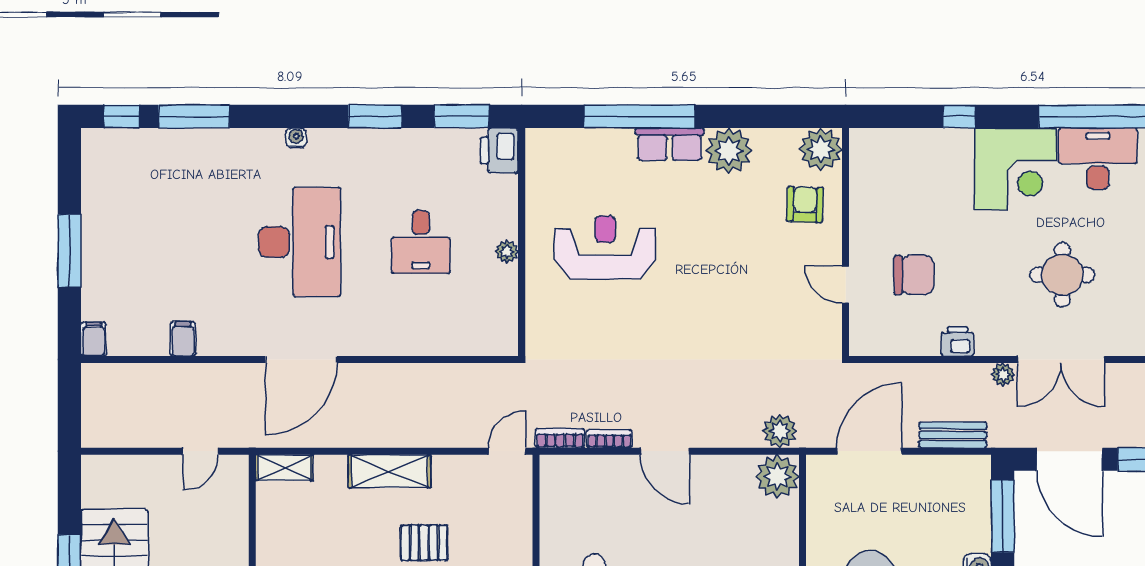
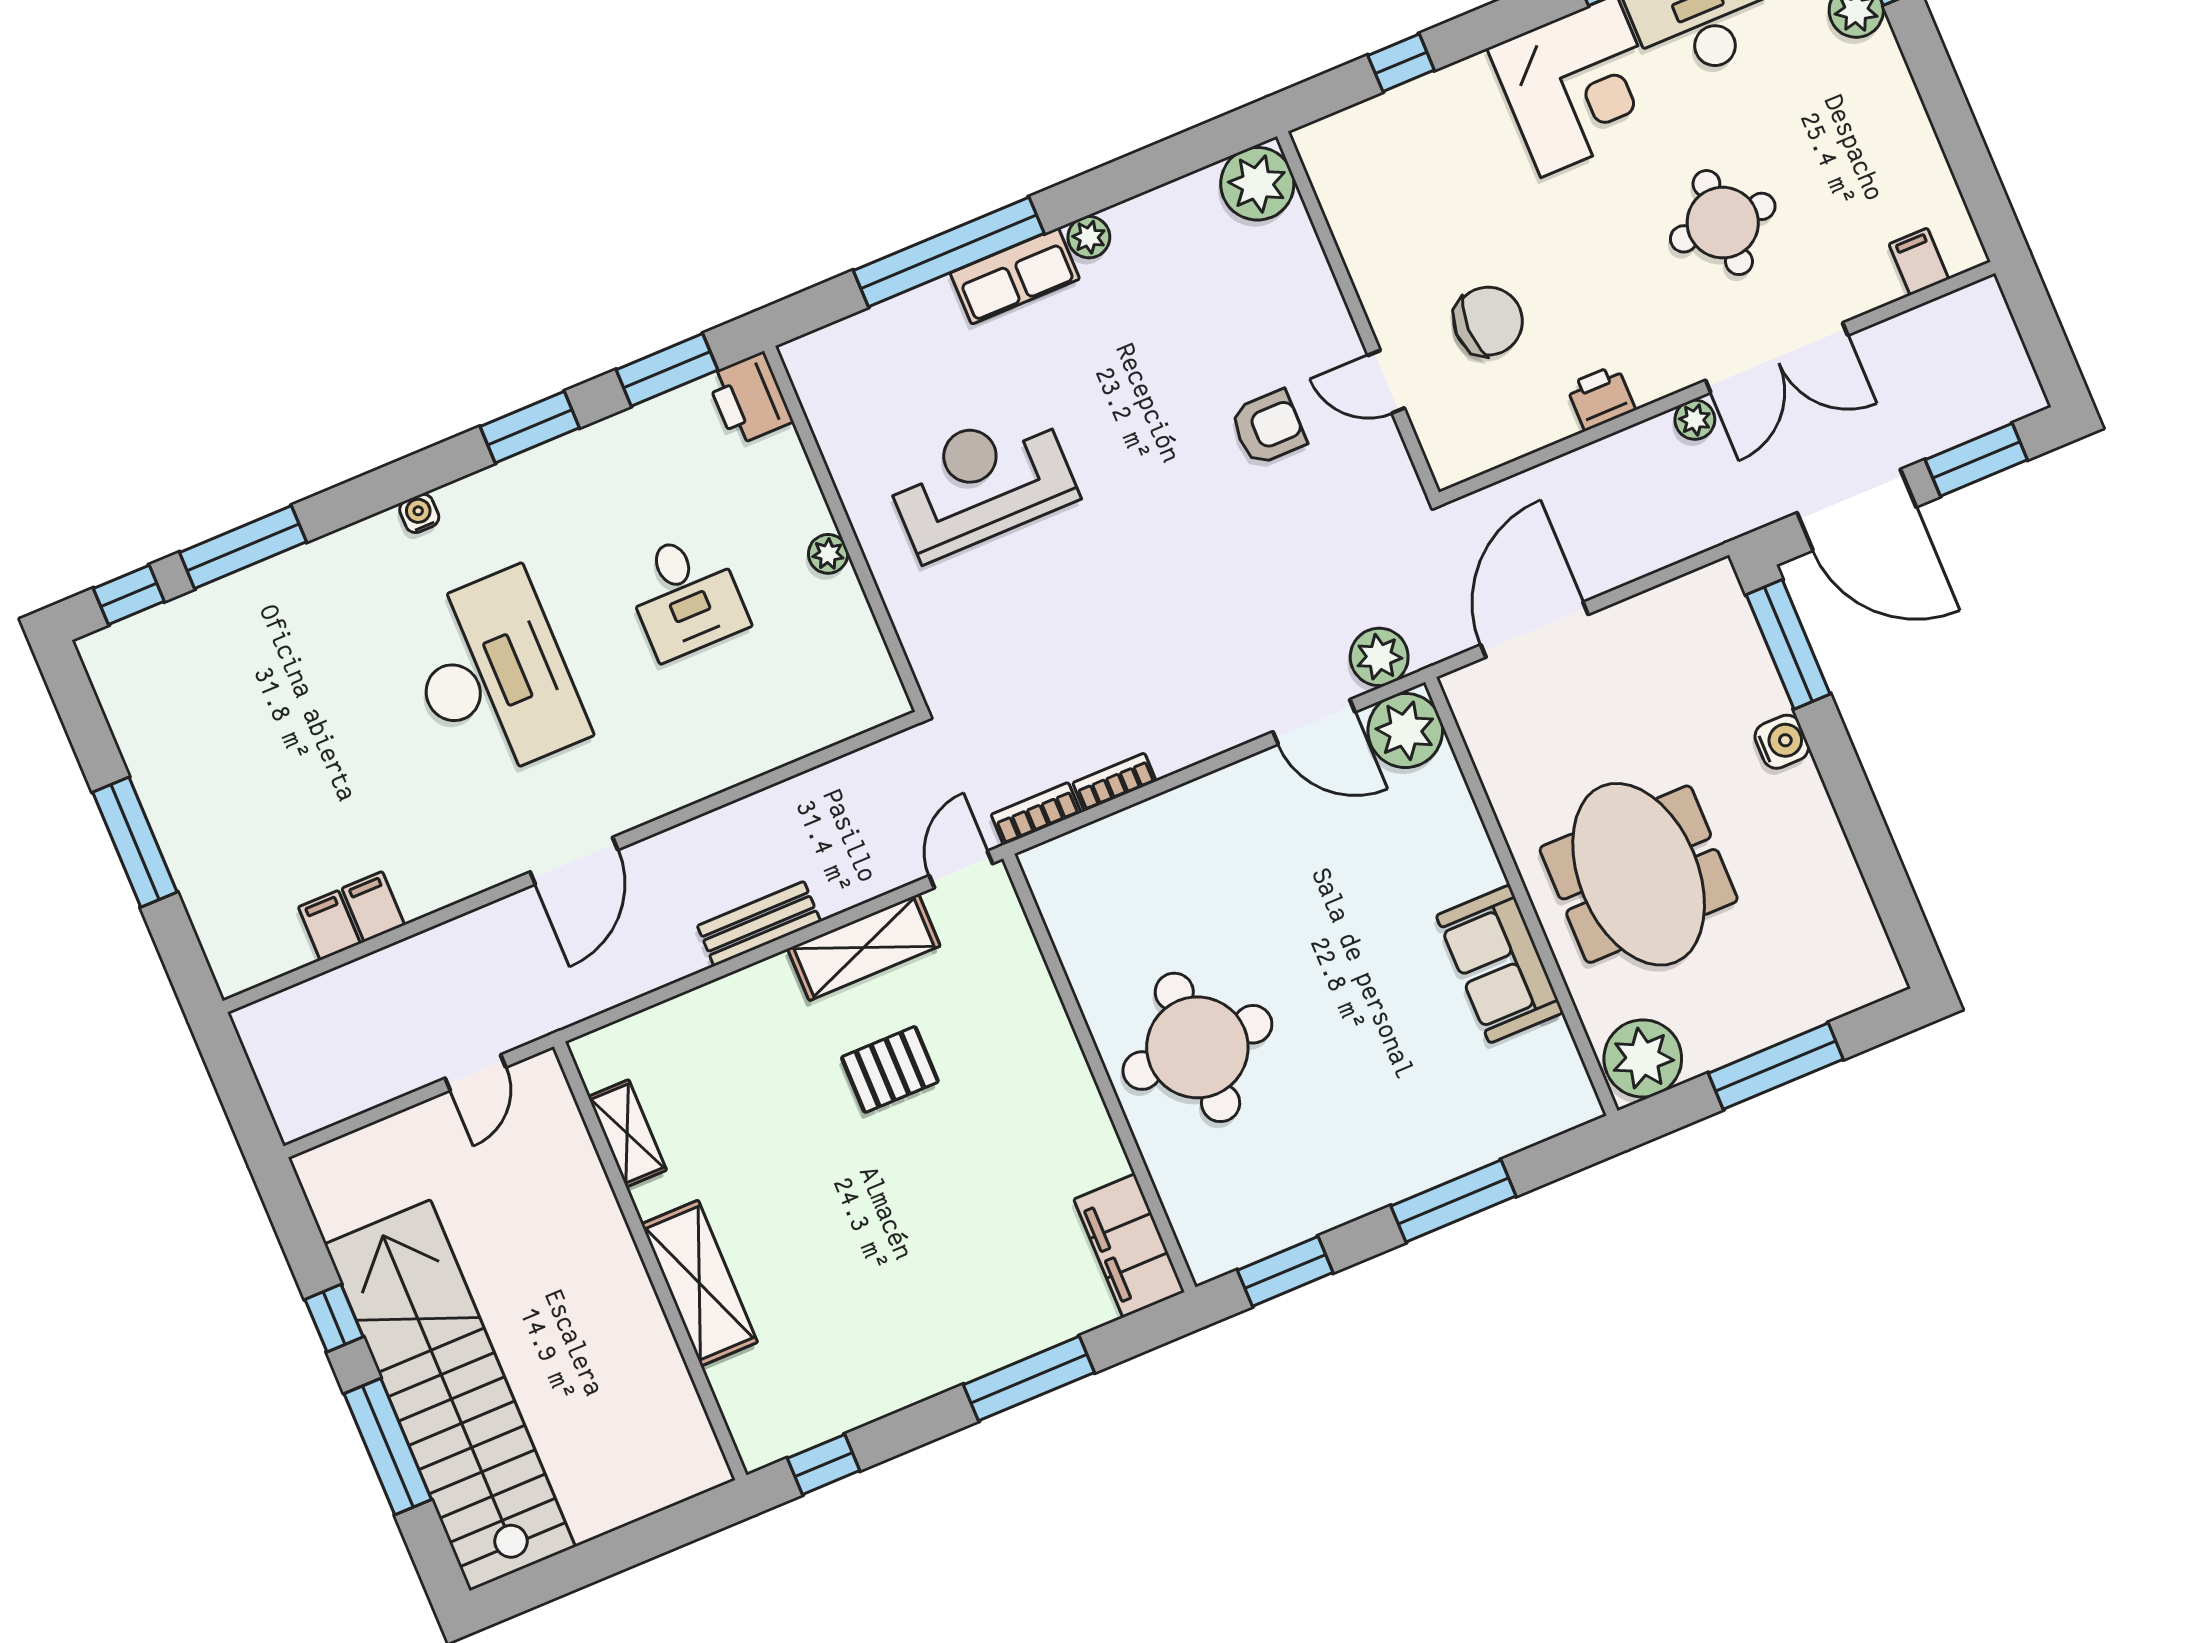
window: (959, 116) -> (1401, 63), moved
plant: (729, 151) -> (1089, 237), width x0.53, depth x0.53
armchair: (805, 205) -> (1268, 428), moved, turned 88
filing cabinet: (93, 339) -> (329, 925), moved
door: (301, 360) -> (574, 861), width x0.73
bench: (953, 435) -> (759, 924), moved
door: (665, 451) -> (1314, 722), moved
shelving: (284, 468) -> (627, 1133), moved, turned 90
shelving: (389, 471) -> (864, 947), moved

